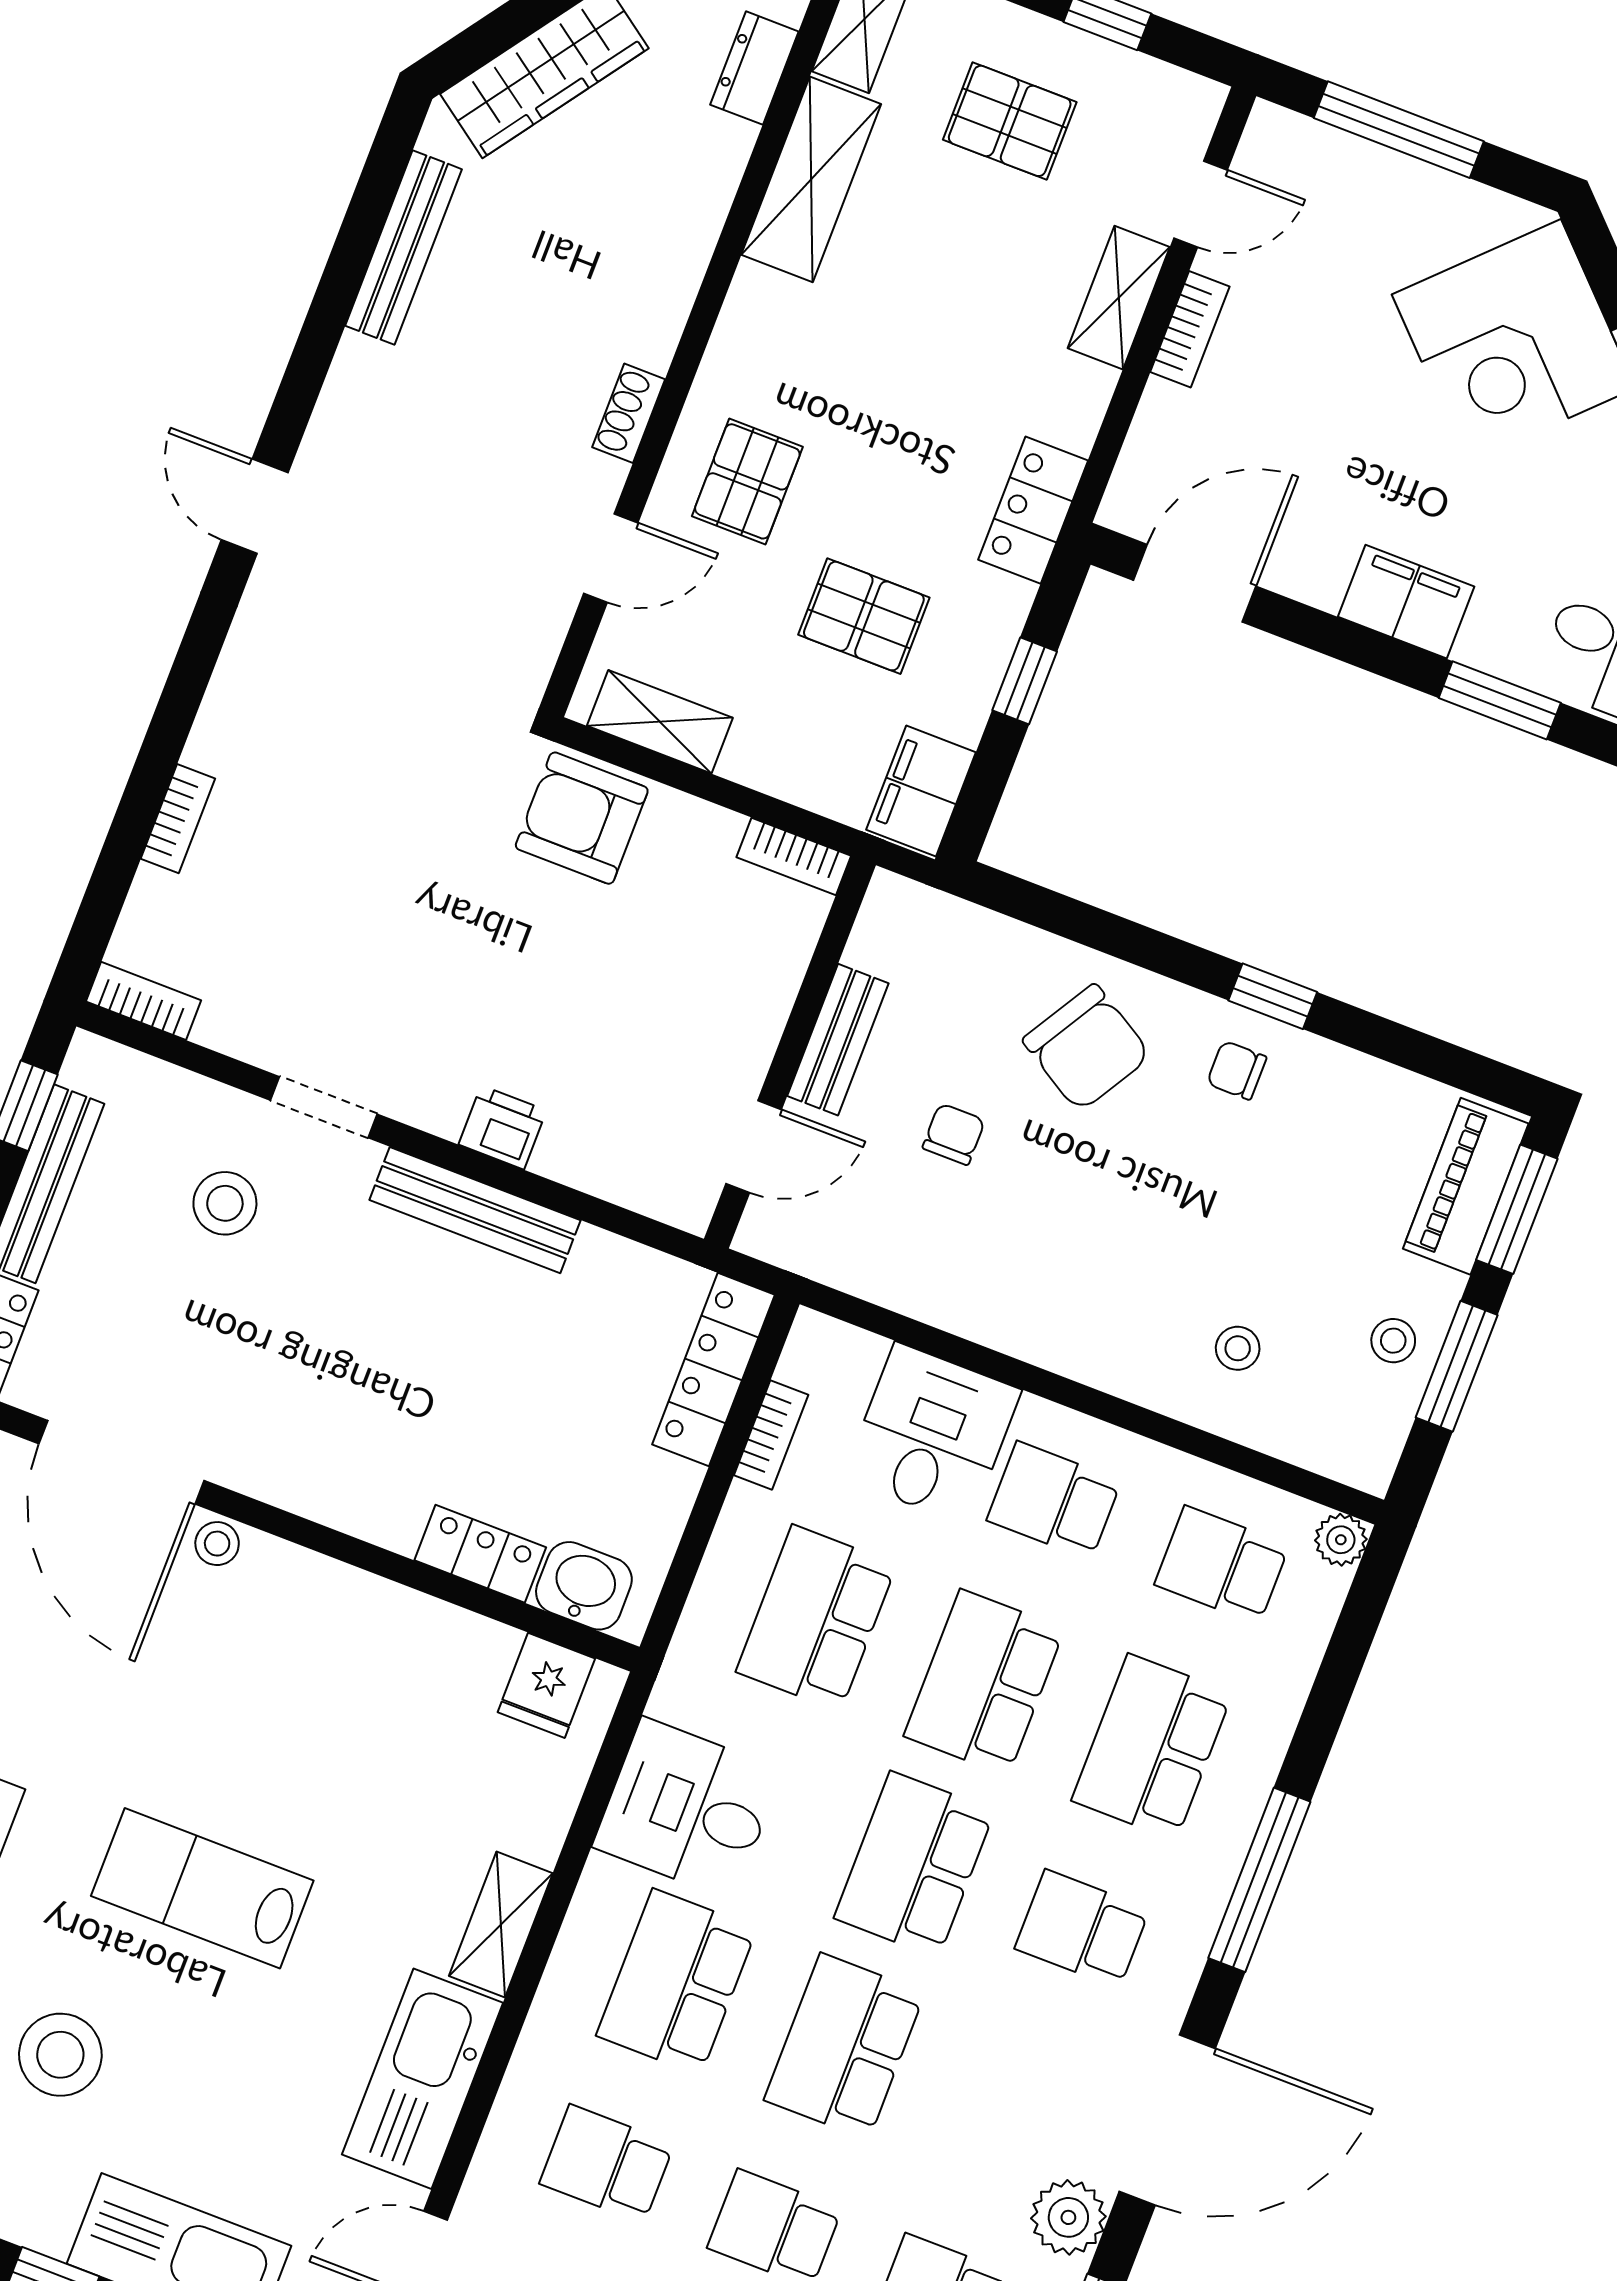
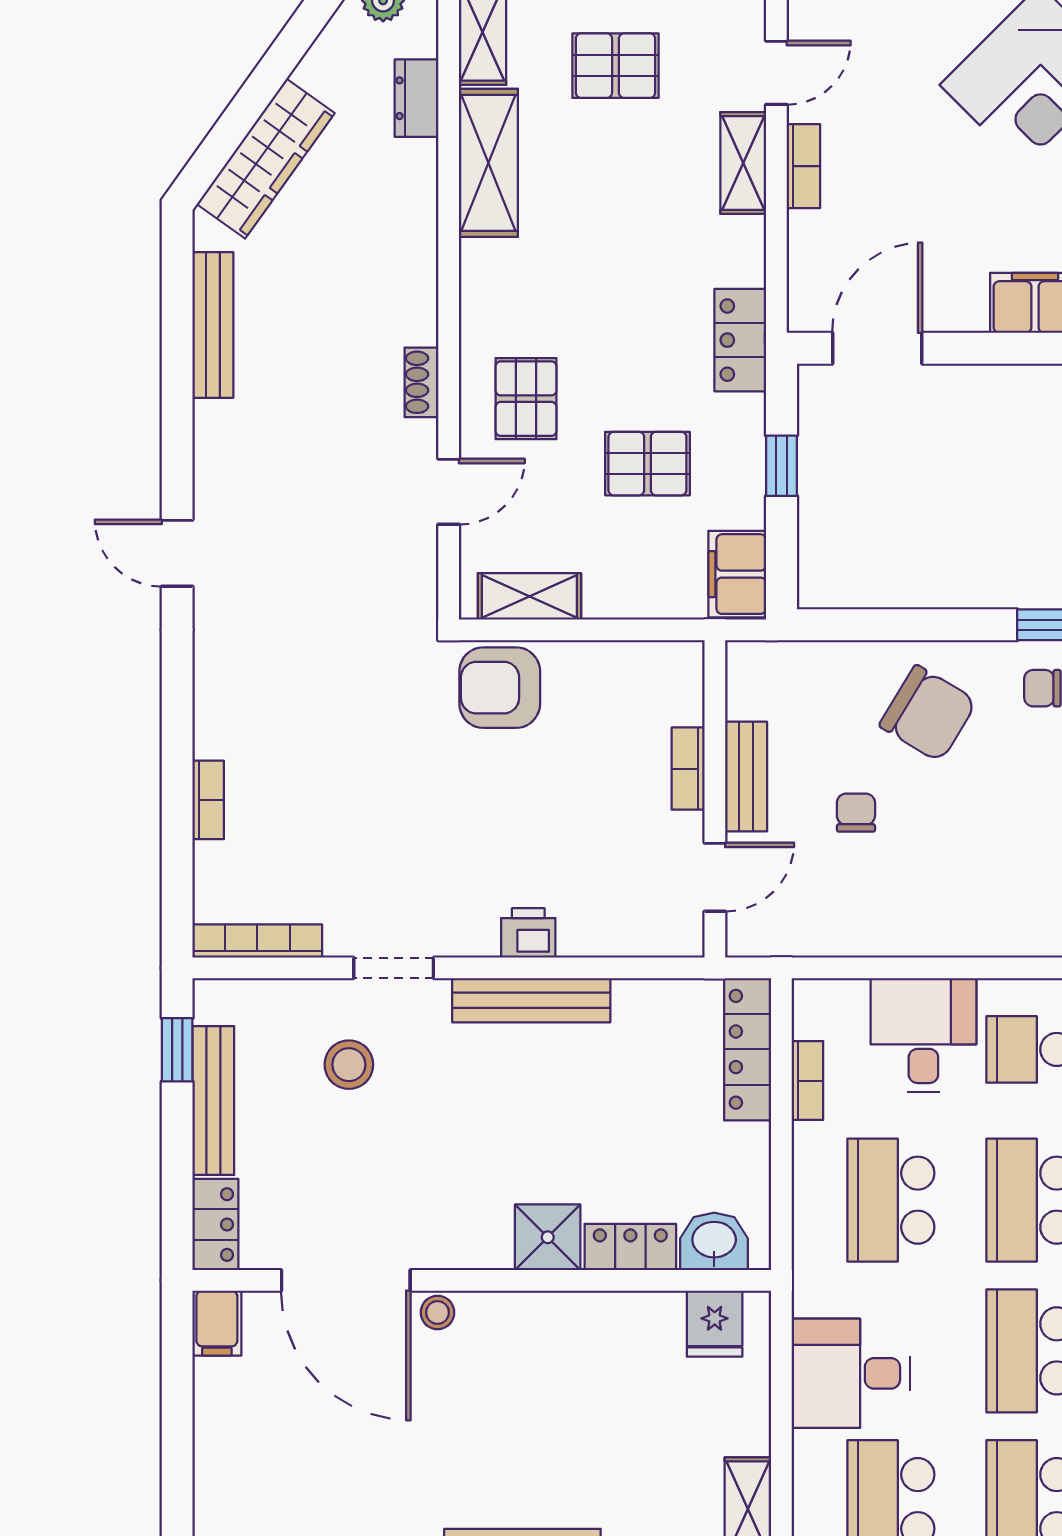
bookcase: (794, 856) -> (688, 769), moved, turned 90
bookcase: (143, 1001) -> (257, 941), width x1.56
shower: (385, 1504) -> (548, 1237), added

